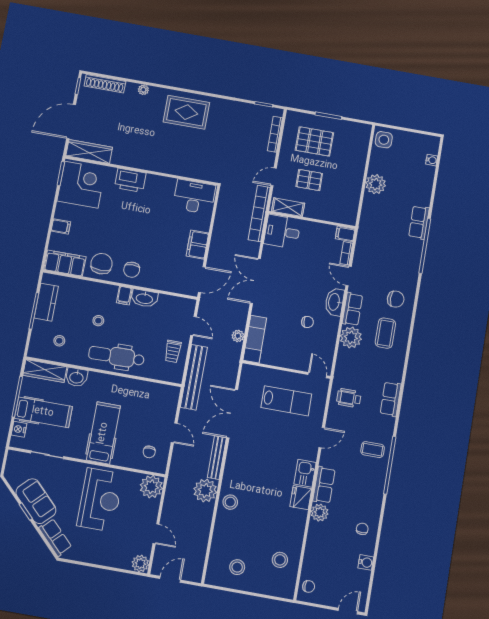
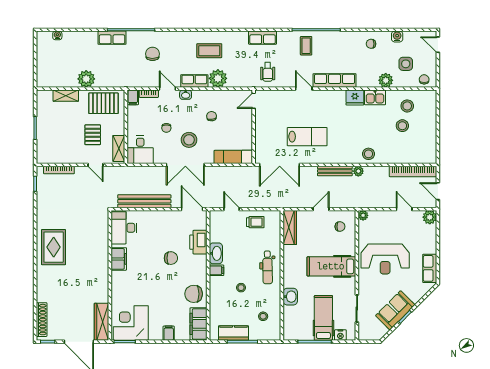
plant: (143, 90) -> (41, 287), removed
side table: (384, 140) -> (406, 64), moved
pallet: (314, 141) -> (103, 103), moved, turned 90
shelving: (360, 157) -> (66, 96), added
printer: (130, 180) -> (198, 242), moved, turned 180
bookcase: (259, 214) -> (413, 171), moved
filing cabinet: (197, 245) -> (119, 259), moved, turned -90
chair: (303, 267) -> (166, 128), added
chair: (132, 270) -> (171, 258), moved
door: (349, 276) -> (167, 89), swing flipped
stool: (284, 291) -> (189, 140), added
chair: (396, 299) -> (152, 54), moved
washbasin: (334, 302) -> (186, 95), width x0.52, depth x0.69
door: (193, 326) -> (232, 209), hinge flipped
plant: (238, 336) -> (233, 171), removed
dental chair: (116, 356) -> (268, 267), width x0.73, depth x0.72
wardrobe: (45, 371) -> (290, 227), moved
bench: (194, 377) -> (144, 201), moved
lab bench: (286, 401) -> (307, 137), moved, turned 90
double door: (232, 414) -> (280, 165), moved
kitchen sink: (305, 473) -> (375, 97), moved
row of seats: (324, 485) -> (335, 81), width x1.48
plant: (151, 487) -> (363, 215), width x0.53, depth x0.53
plant: (205, 490) -> (358, 171), width x0.53, depth x0.53
reception desk: (100, 500) -> (385, 259), turned 180
plant: (320, 513) -> (386, 80), moved
door: (156, 534) -> (404, 209), hinge flipped
row of seats: (55, 537) -> (430, 268), moved, turned -45
stool: (237, 567) -> (402, 126), moved

